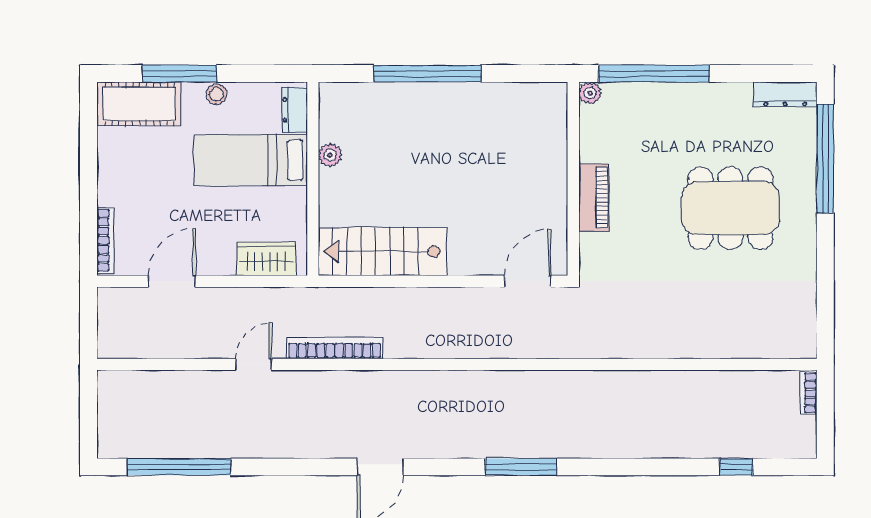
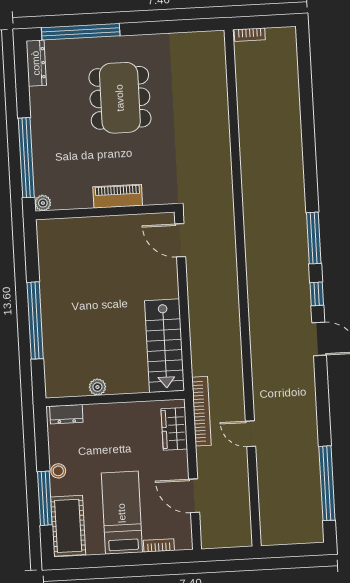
bed: (250, 160) -> (122, 513), moved, turned 180
bookcase: (105, 240) -> (159, 545), width x0.64
bookcase: (335, 348) -> (201, 411), moved, turned 180
window: (736, 467) -> (317, 294), moved

